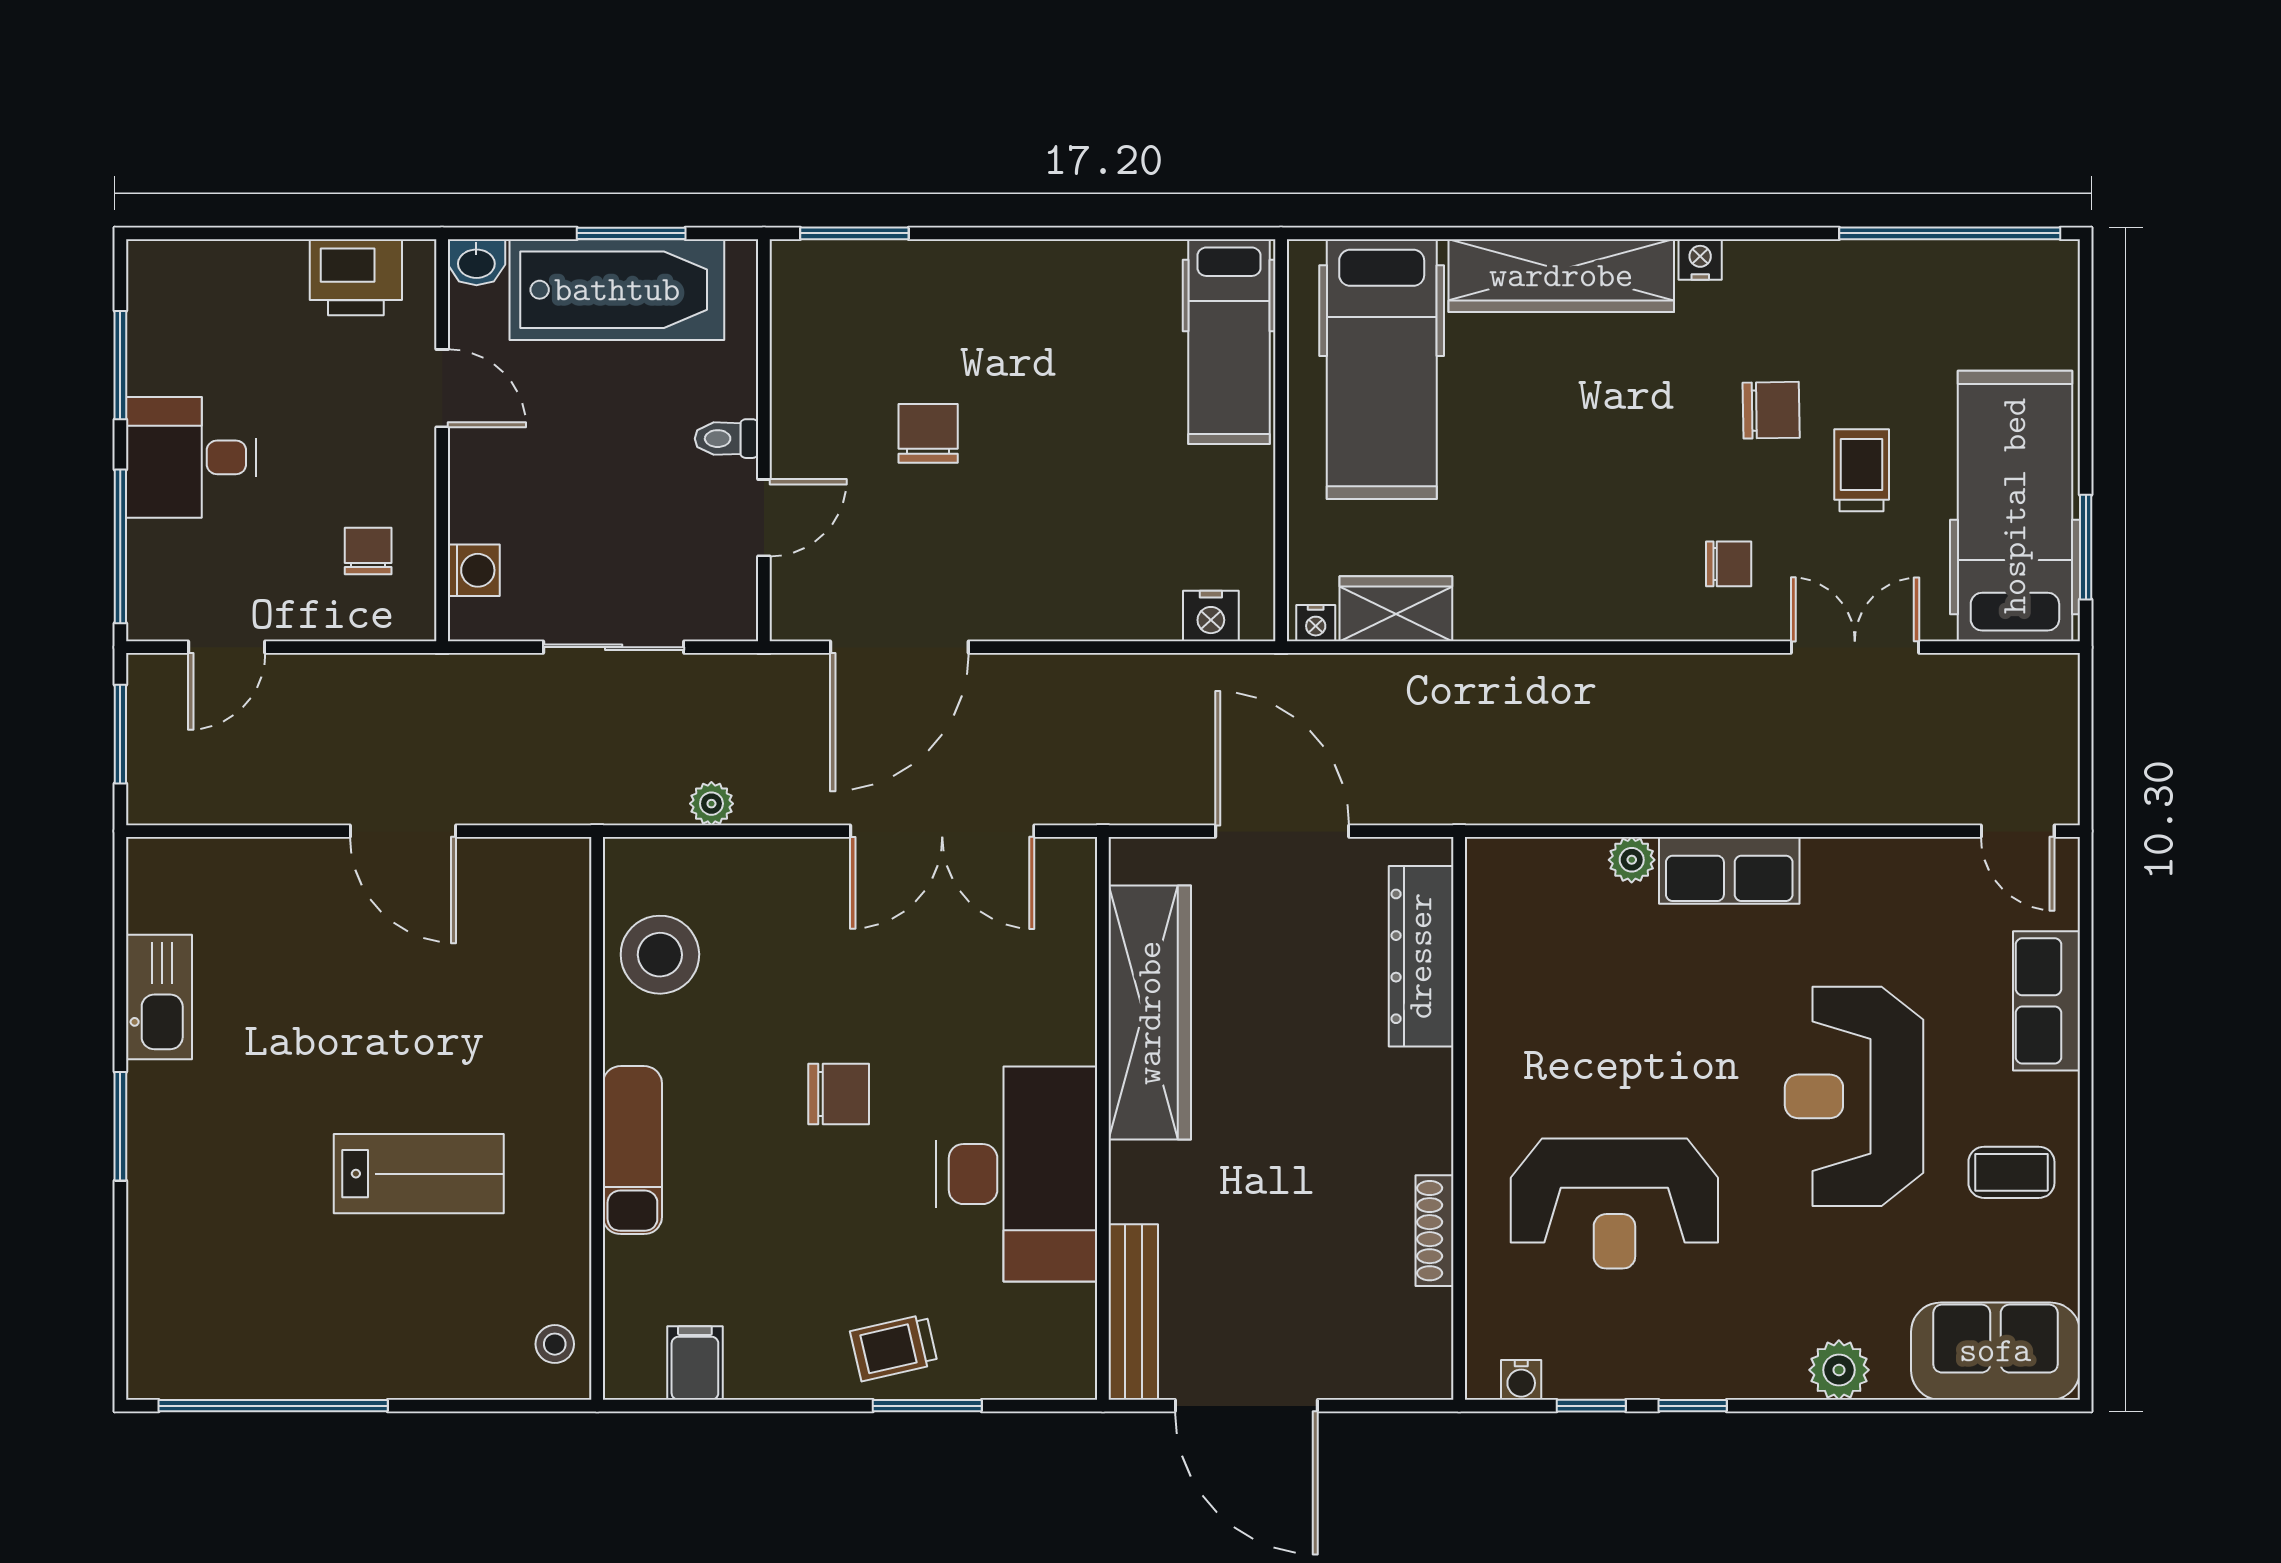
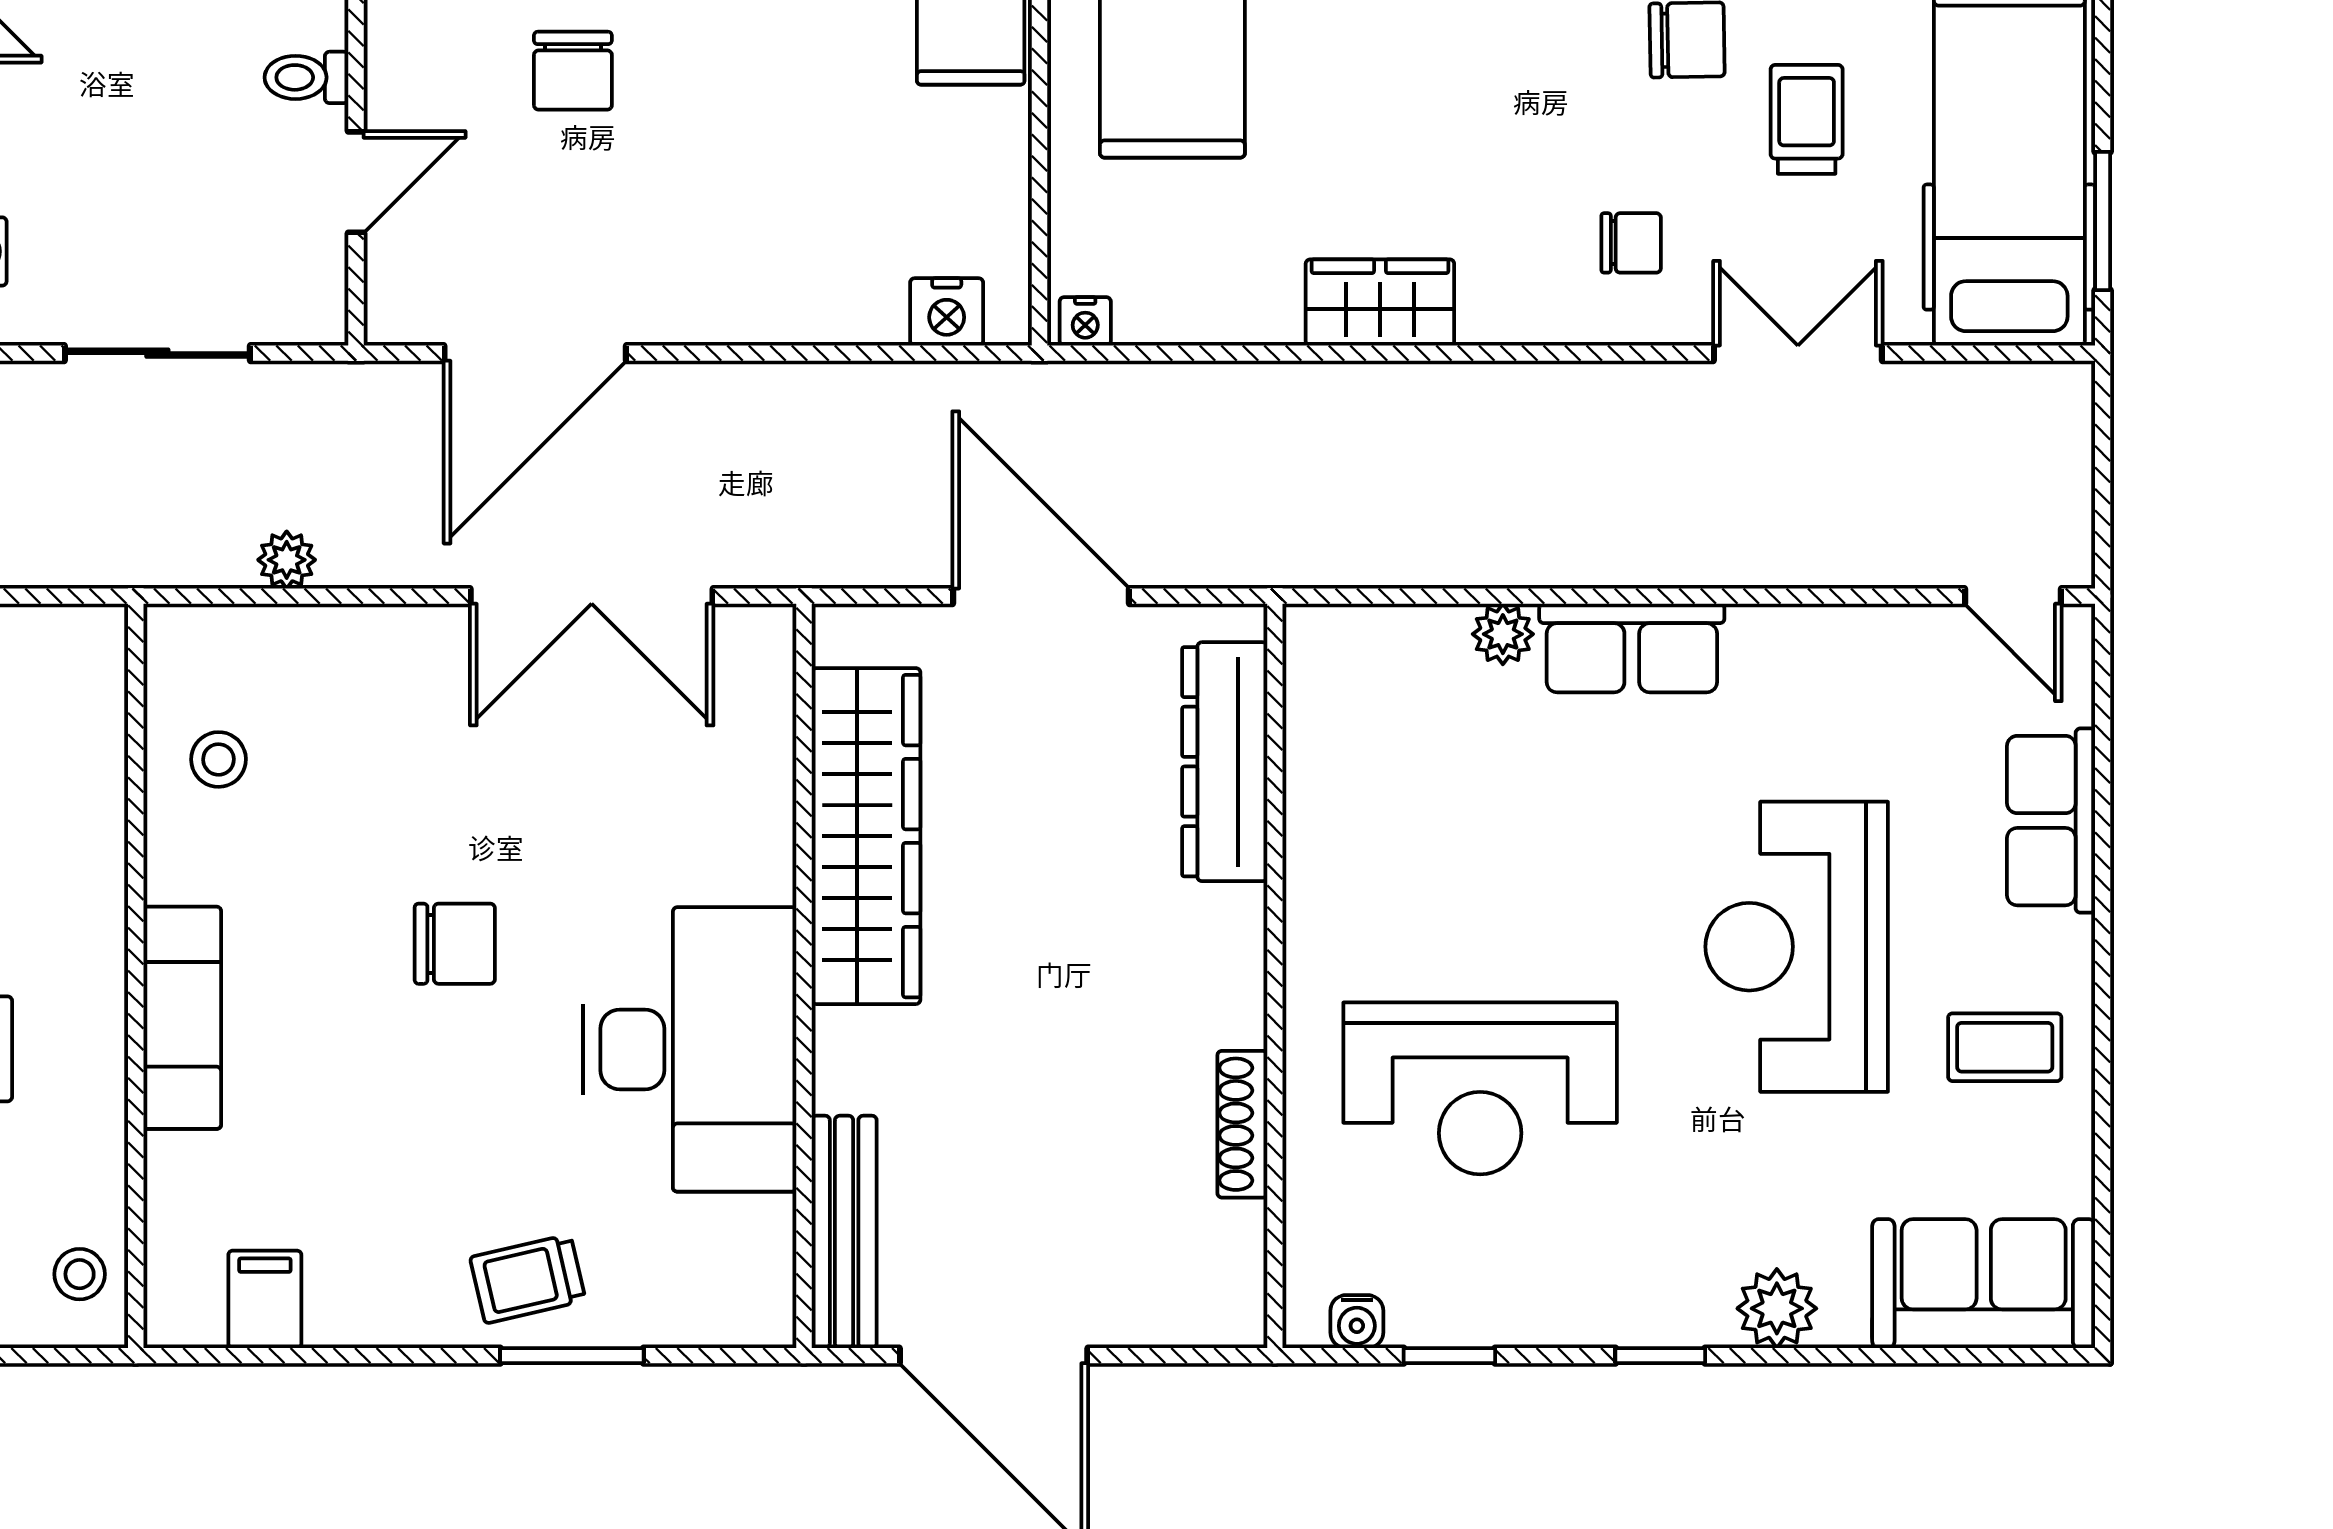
chair: (928, 433) -> (573, 71), turned 180
wardrobe: (1396, 609) -> (1380, 302), moved
stool: (660, 955) -> (219, 759), width x0.53, depth x0.53
window: (1693, 1406) -> (1660, 1356), moved

